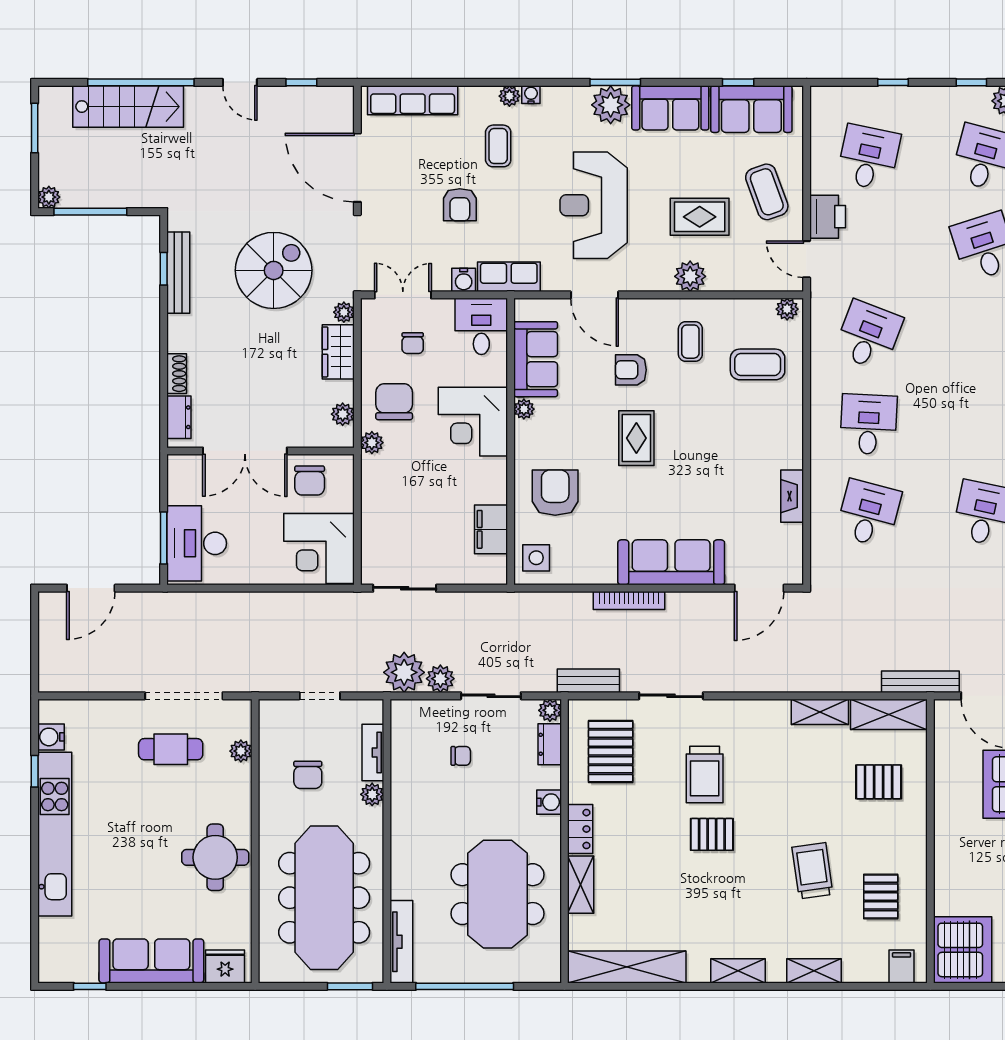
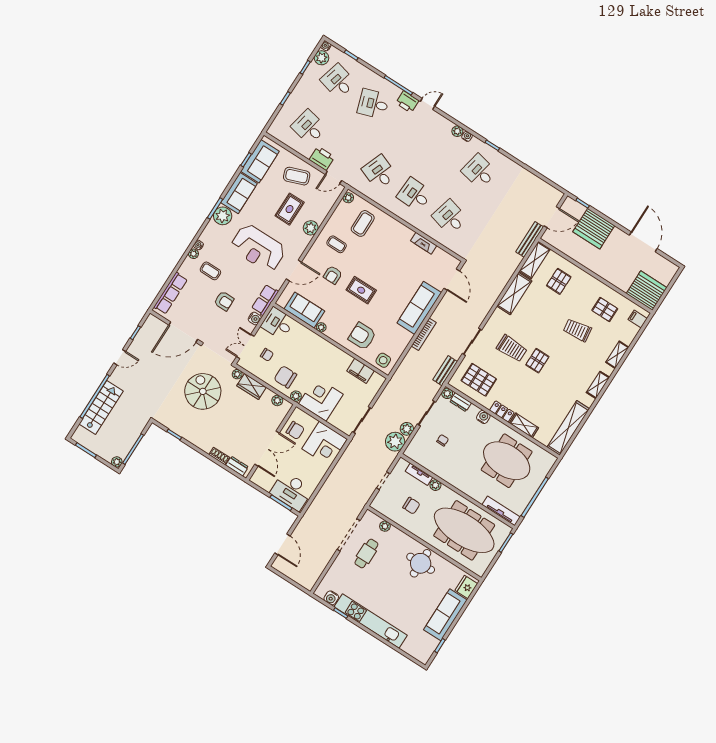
bench: (178, 273) -> (180, 430), removed
corner desk: (473, 422) -> (321, 399), moved, turned 180
shelving: (820, 712) -> (514, 294), width x1.50, depth x1.33

